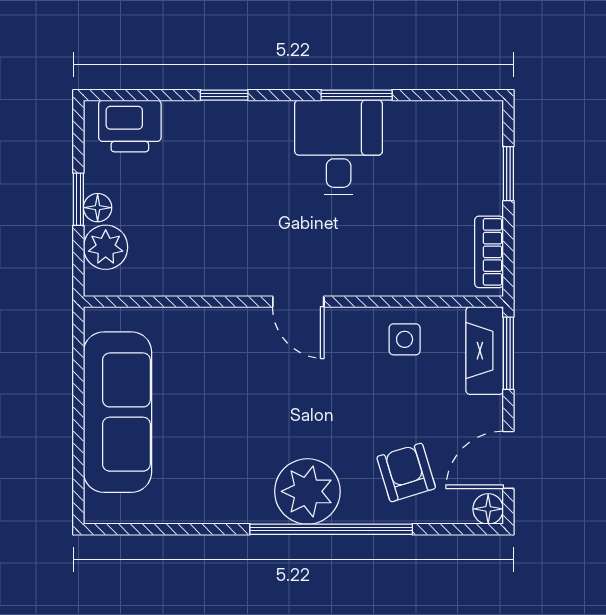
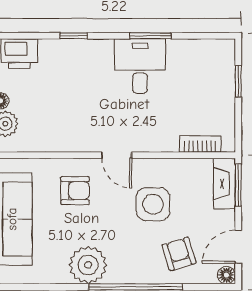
bookcase: (489, 252) -> (200, 144), moved, turned 90
side table: (405, 339) -> (153, 204), moved, width x1.87, depth x1.87
armchair: (226, 363) -> (75, 191), added
plant: (307, 491) -> (88, 265), moved

